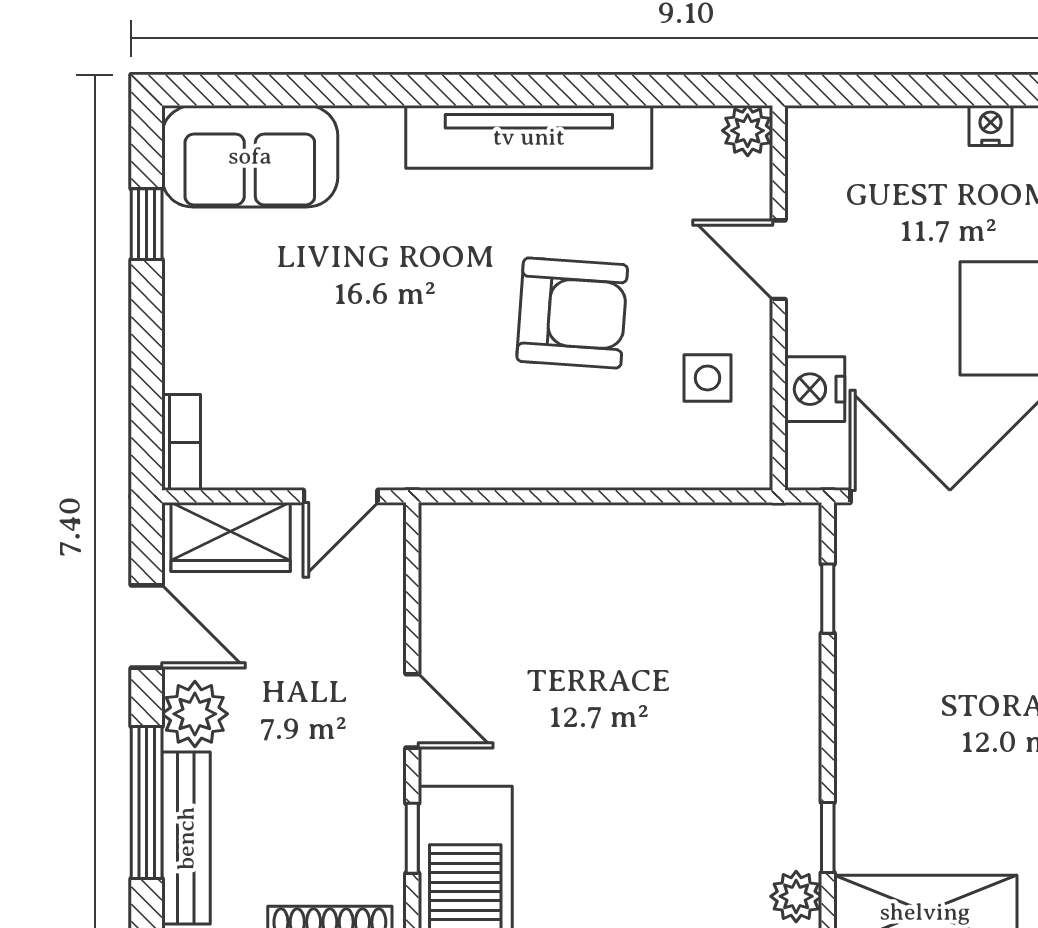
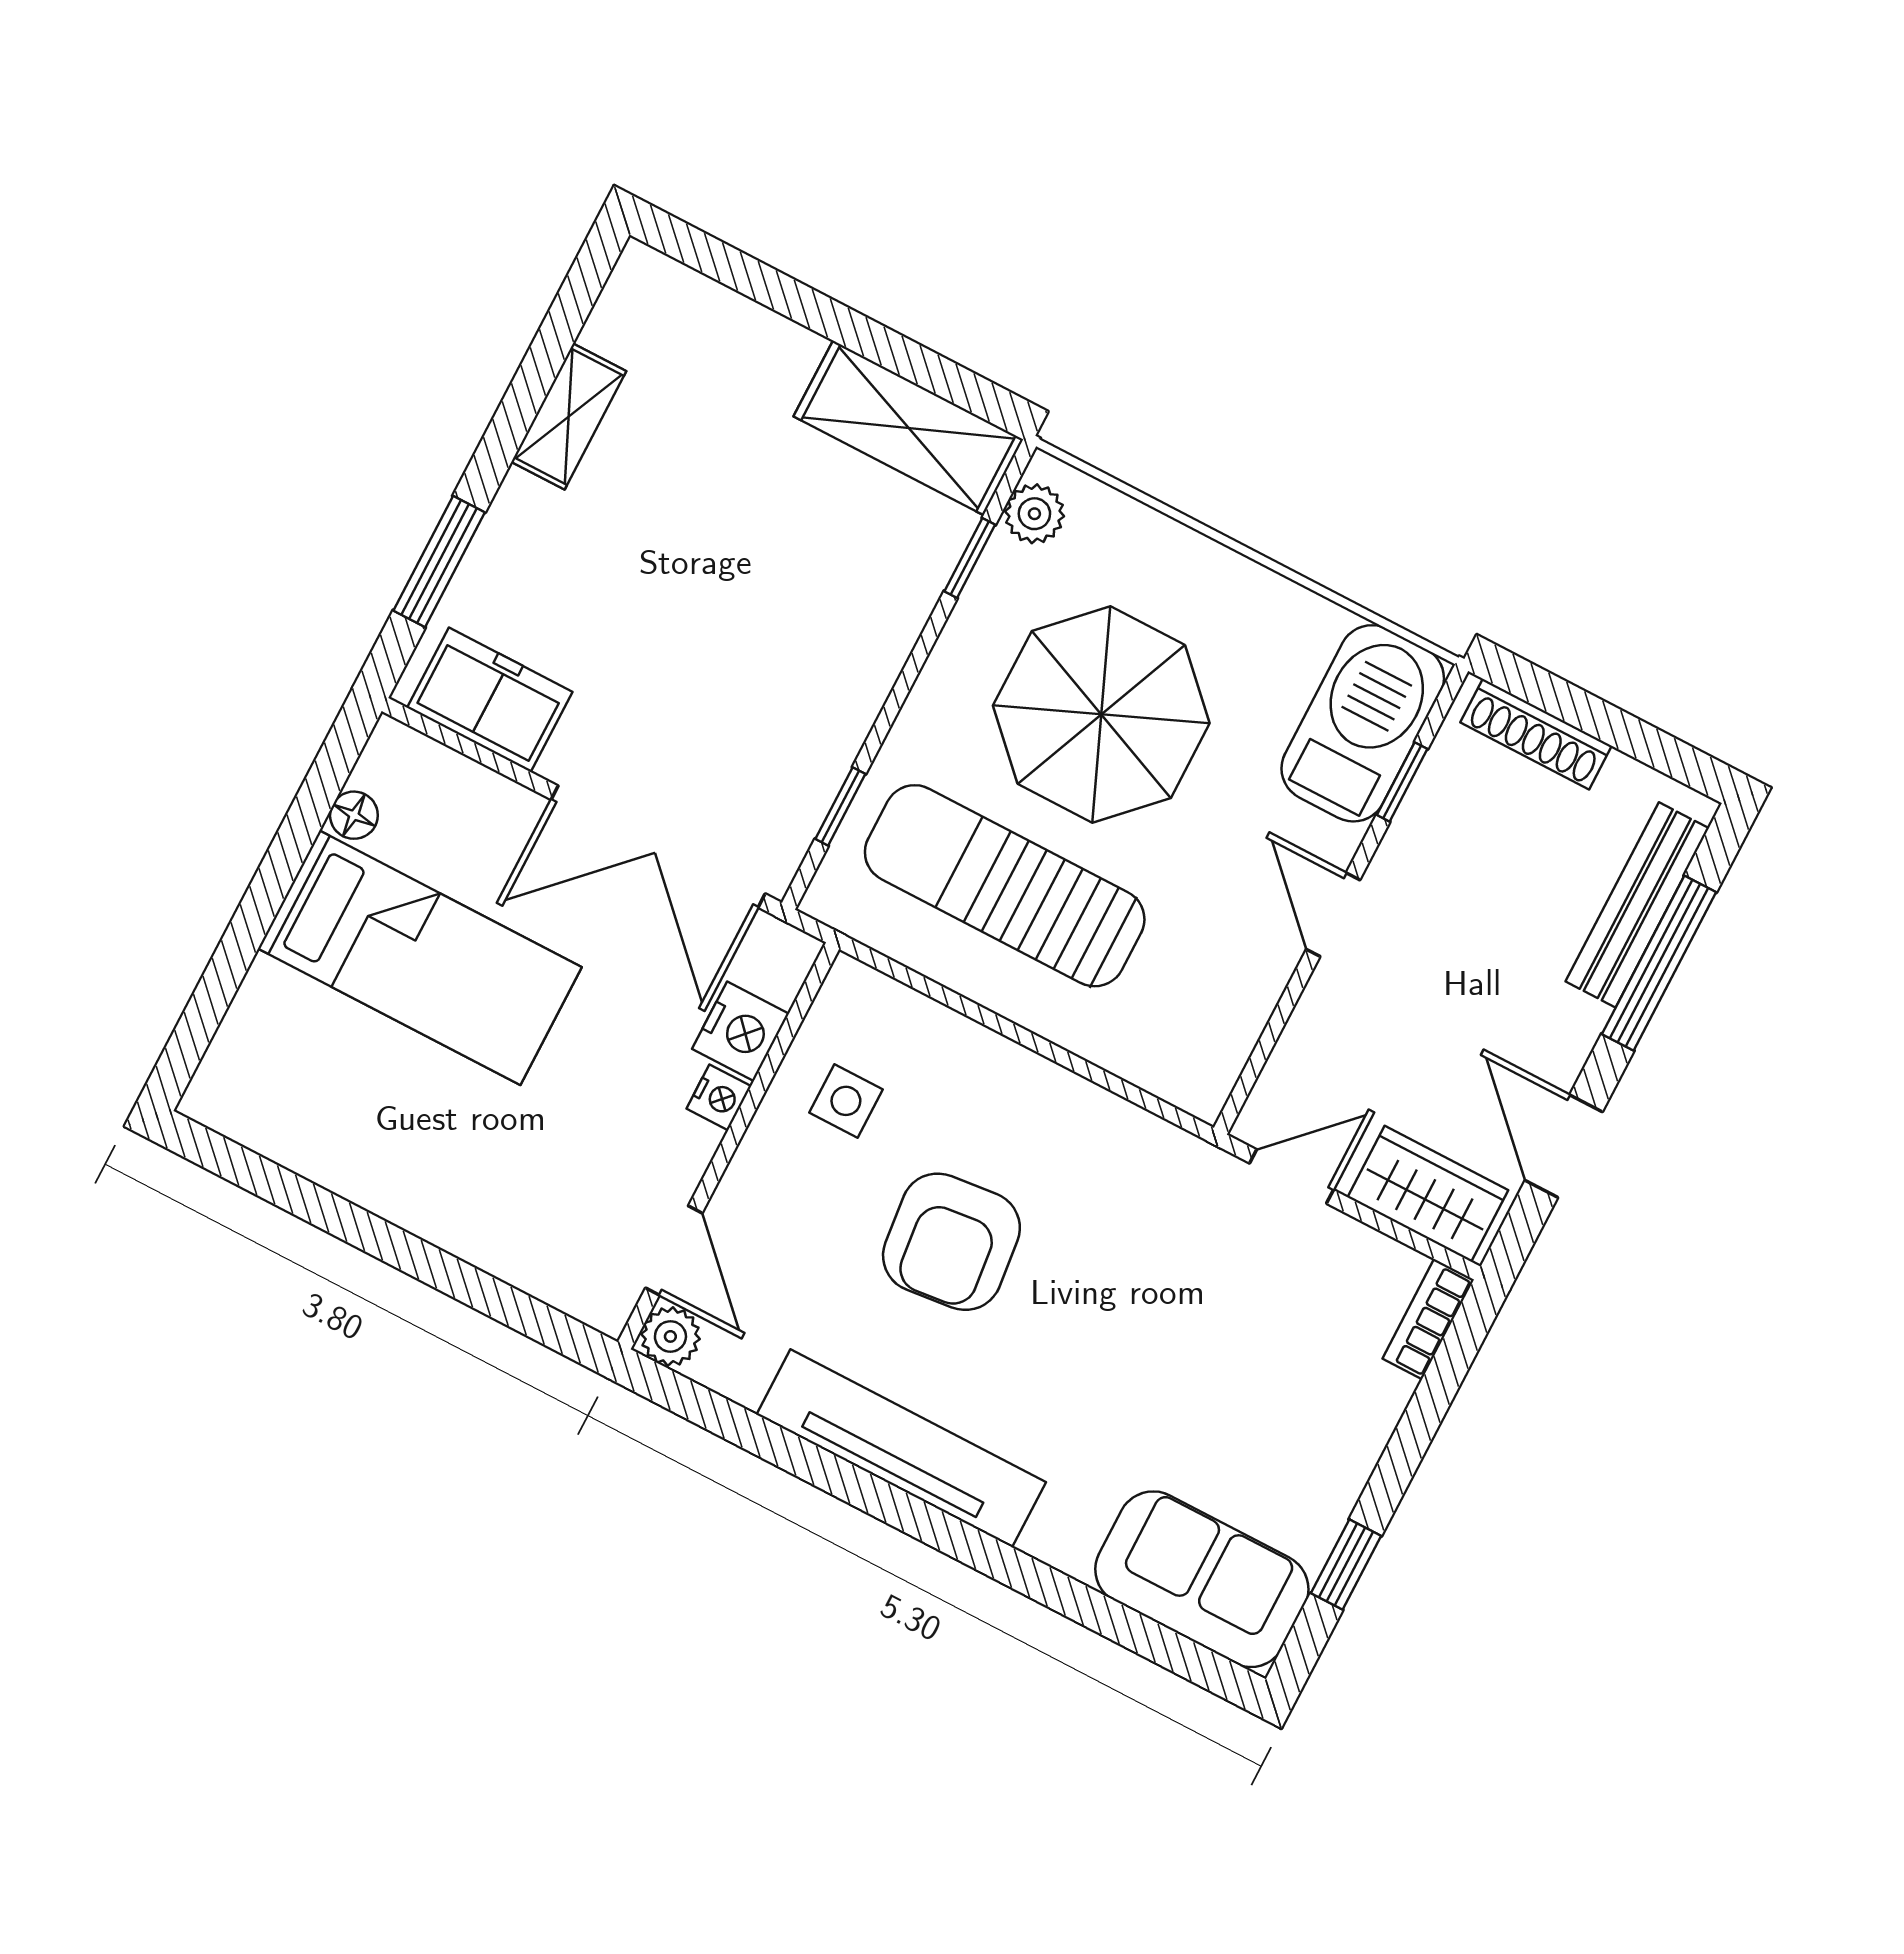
nightstand: (990, 126) -> (719, 1097), moved, turned -90
door: (779, 260) -> (674, 1250), moved
armchair: (572, 313) -> (951, 1242), turned -100
sun lounger: (672, 603) -> (1005, 886), added
plant: (195, 714) -> (1561, 1029), removed
parasol: (667, 771) -> (1101, 714), added

